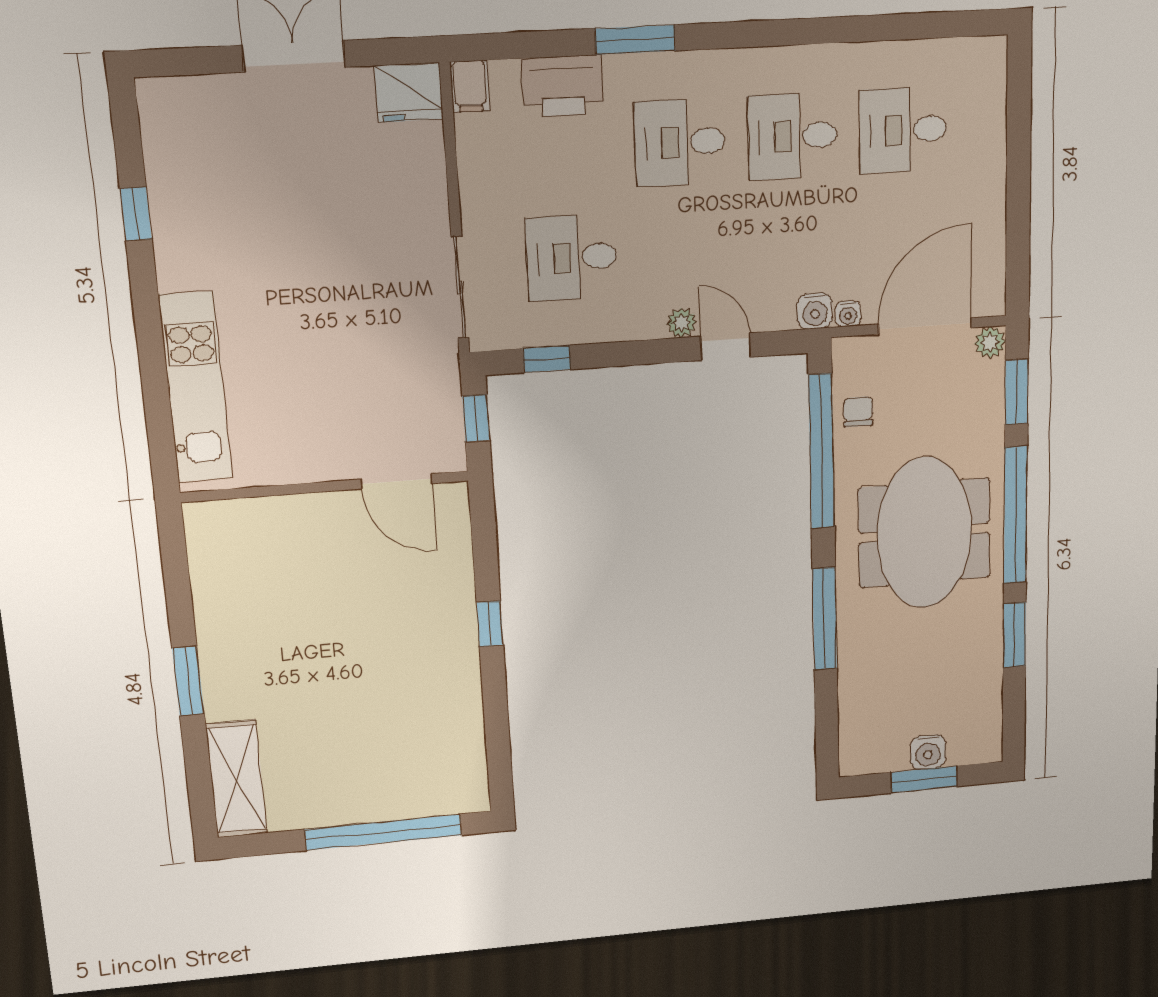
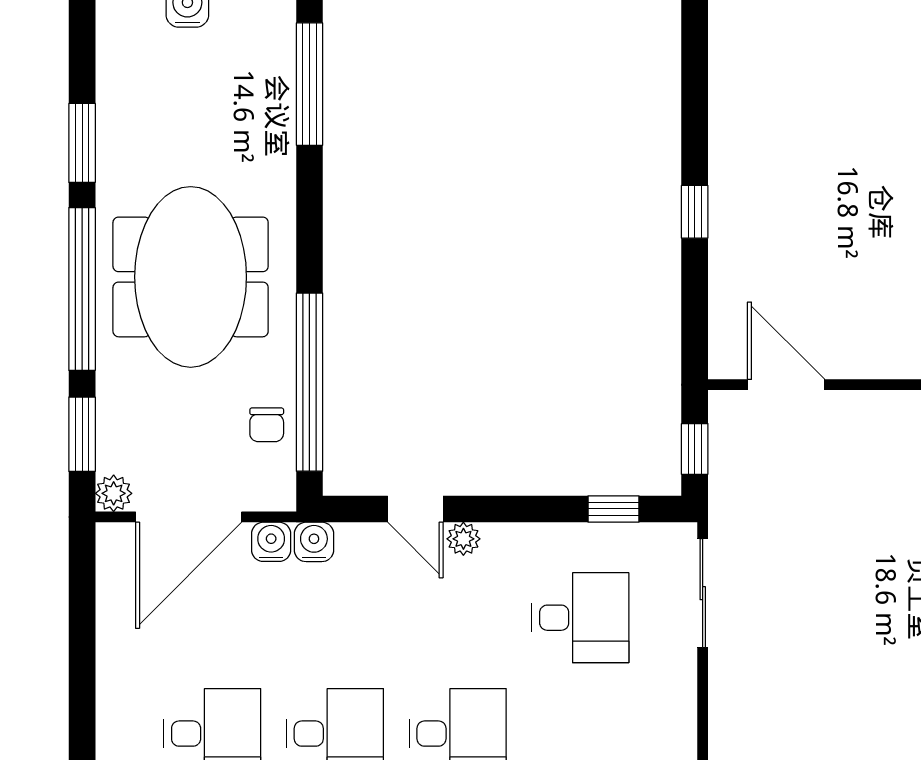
water cooler: (848, 314) -> (271, 542), width x1.38, depth x1.38
window: (825, 619) -> (309, 84), moved

